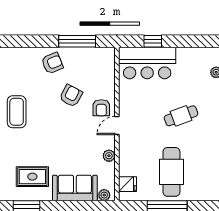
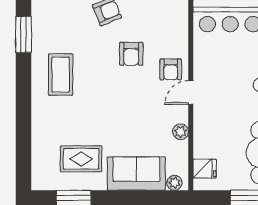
armchair: (71, 96) -> (131, 54), turned 152

